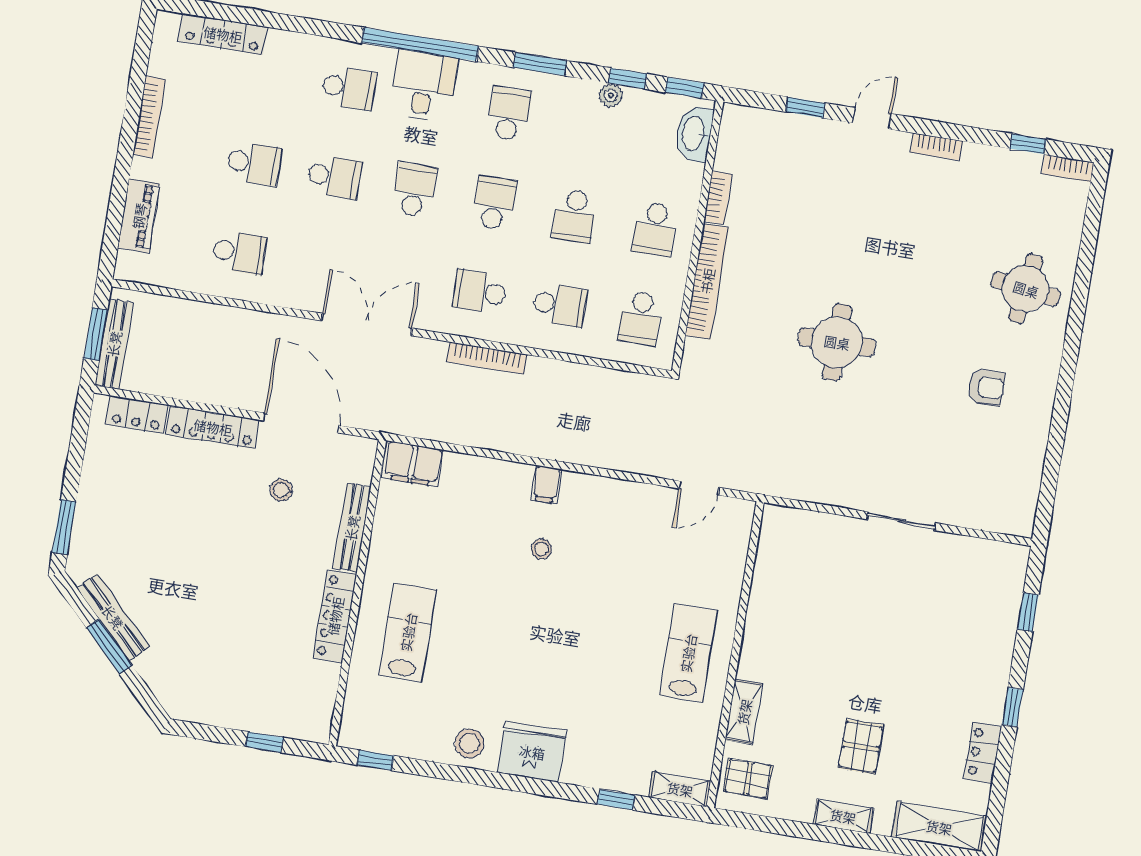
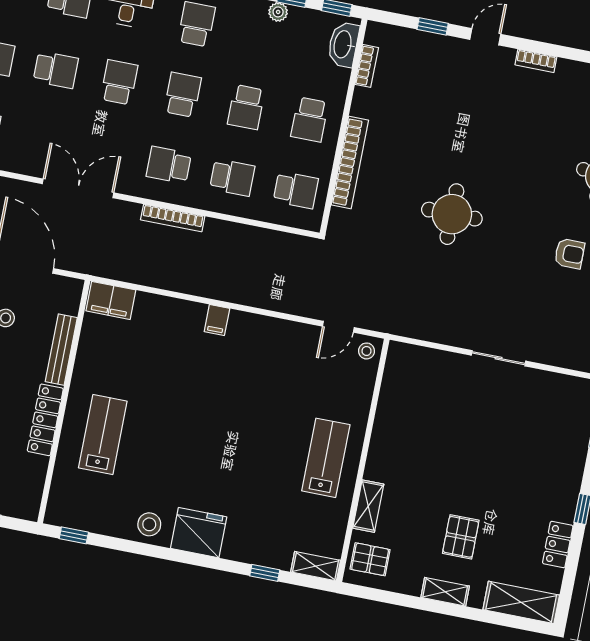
bookcase: (718, 198) -> (367, 66), moved
school desk: (640, 318) -> (296, 190), turned -90
stool: (541, 549) -> (367, 351), moved

